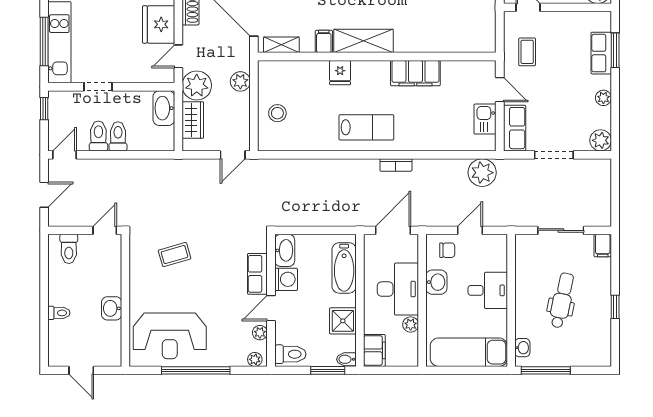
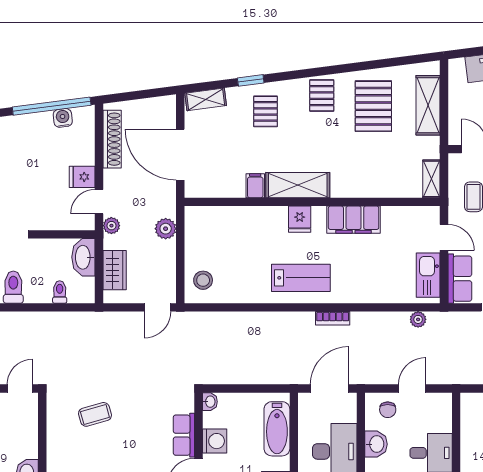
fridge: (159, 24) -> (82, 177), width x0.53, depth x0.75
shelving: (281, 45) -> (431, 179), moved, turned 90
fridge: (340, 73) -> (300, 219), moved
plant: (197, 85) -> (111, 226), width x0.53, depth x0.53
stool: (277, 113) -> (203, 280), moved
kitchen sink: (485, 119) -> (428, 275), width x1.38
toilet: (118, 136) -> (60, 292), moved, width x0.73, depth x0.72
plant: (482, 173) -> (418, 319), width x0.53, depth x0.53
washbasin: (285, 250) -> (210, 402), width x0.52, depth x0.69
chair: (447, 250) -> (388, 410), turned 90

